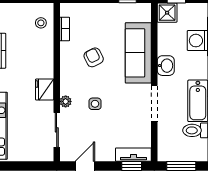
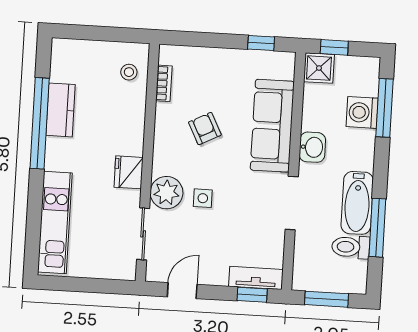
plant: (66, 101) -> (166, 193), width x1.88, depth x1.88

